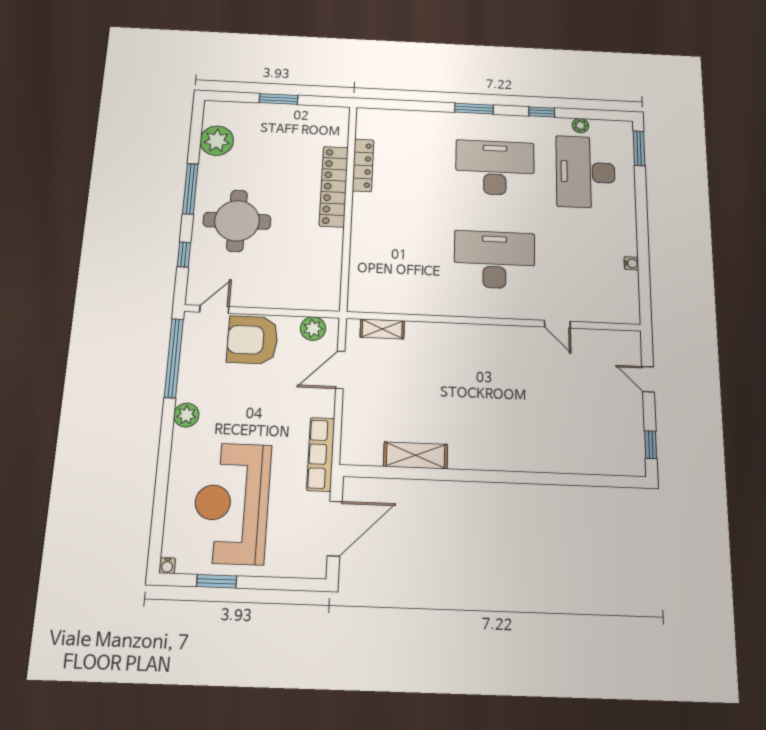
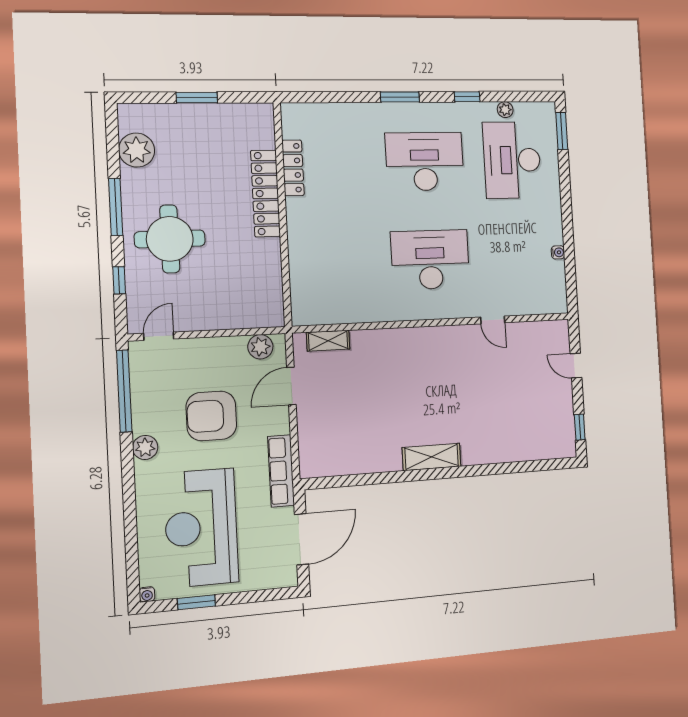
armchair: (252, 340) -> (211, 416), moved
shelving: (416, 455) -> (432, 457), moved

